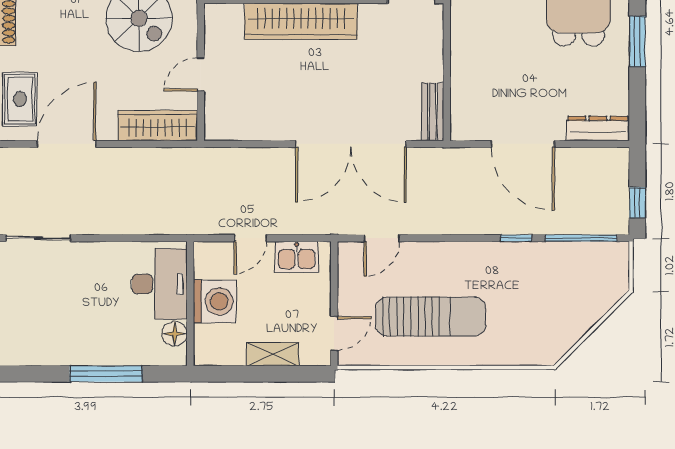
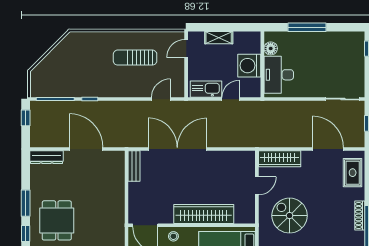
door: (67, 144) -> (328, 149), swing flipped
kitchen sink: (297, 257) -> (206, 89), width x1.38
sun lounger: (431, 316) -> (135, 58), width x0.73, depth x0.75

